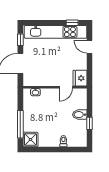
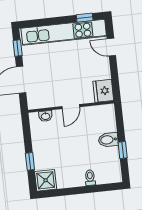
door: (66, 87) -> (71, 107), moved
window: (20, 124) -> (30, 161), width x0.46

